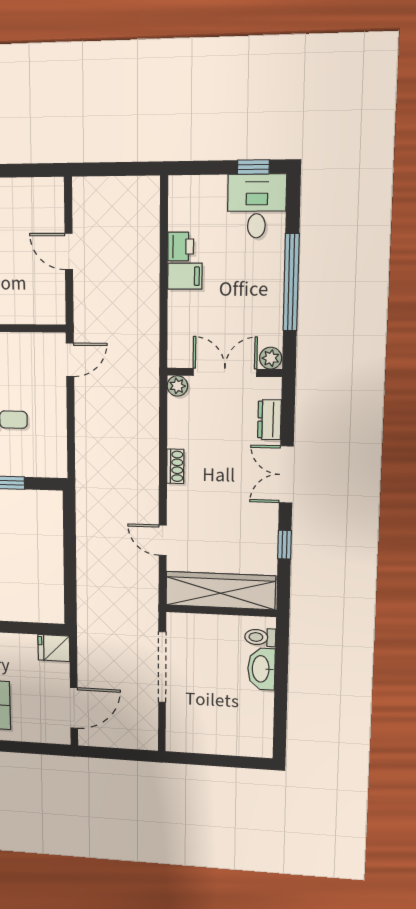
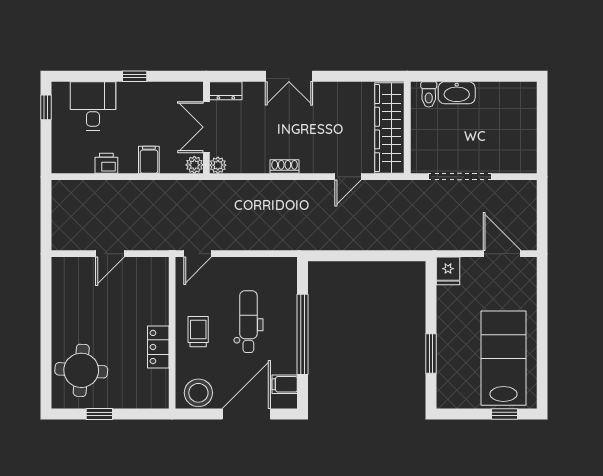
desk: (257, 206) -> (93, 106), moved, turned 90
filing cabinet: (185, 276) -> (149, 160), moved
window: (291, 282) -> (135, 76), width x0.32
plant: (271, 358) -> (194, 165), moved
door: (70, 360) -> (198, 254), swing flipped
dresser: (269, 420) -> (226, 91), moved
window: (285, 545) -> (348, 76), removed

